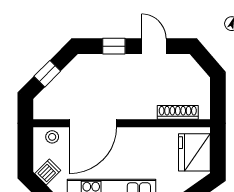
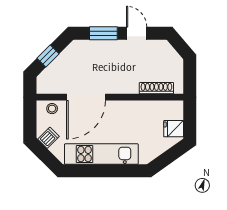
window: (114, 46) -> (103, 33), width x1.50
fridge: (194, 152) -> (174, 129), width x0.53, depth x0.75

